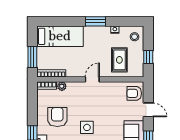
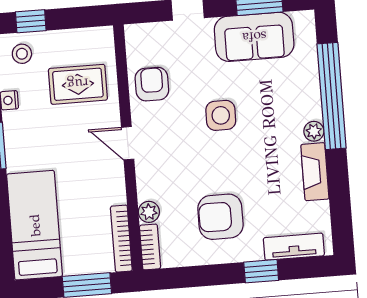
window: (148, 57) -> (31, 21), moved
armchair: (134, 93) -> (152, 84), moved, turned 180
side table: (87, 127) -> (221, 115), moved

